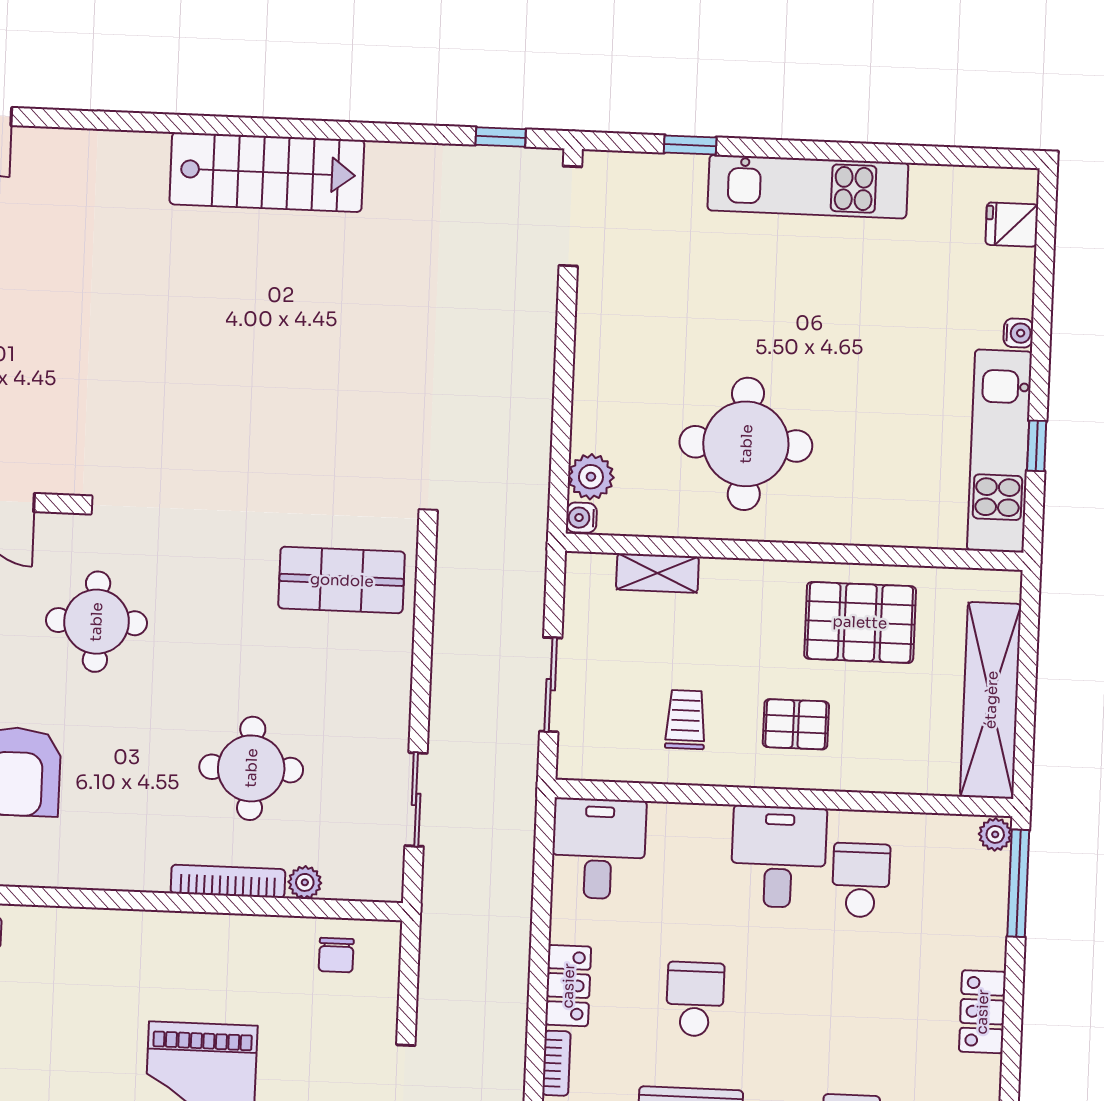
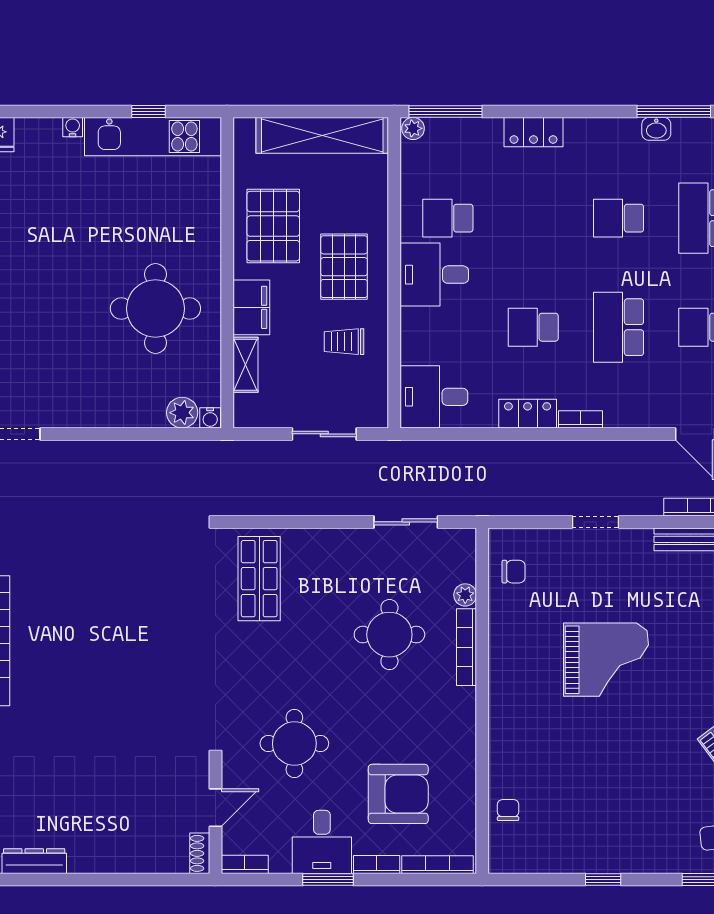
filing cabinet: (742, 585) -> (251, 307), added
pallet: (796, 724) -> (344, 267), width x1.50, depth x1.42

